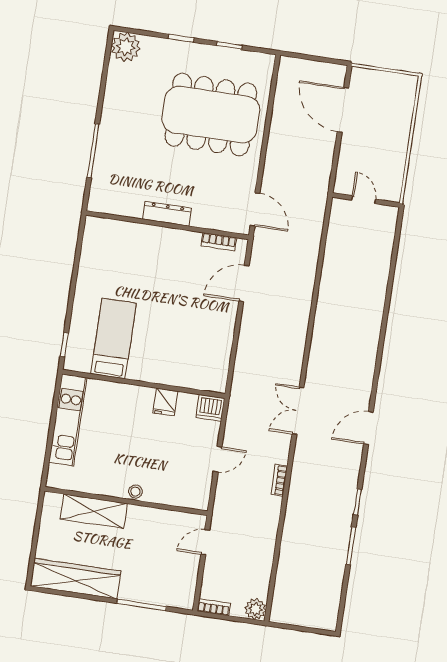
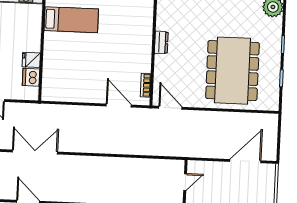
door: (255, 209) -> (170, 108), swing flipped
dresser: (167, 214) -> (161, 43), width x0.70
dishwasher: (210, 408) -> (31, 77), moved
double door: (298, 411) -> (35, 152), width x1.37

